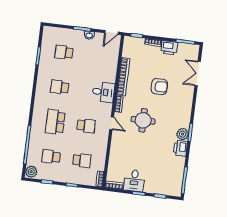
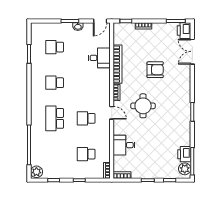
printer: (169, 48) -> (184, 31), moved, turned 90
desk: (103, 92) -> (99, 58), moved
school desk: (86, 126) -> (86, 118), turned 180
plant: (183, 134) -> (185, 169), moved
printer: (180, 148) -> (184, 154), moved
school desk: (51, 157) -> (55, 154), removed
school desk: (82, 160) -> (86, 154), turned 180
desk: (134, 181) -> (124, 145), moved, turned 90

